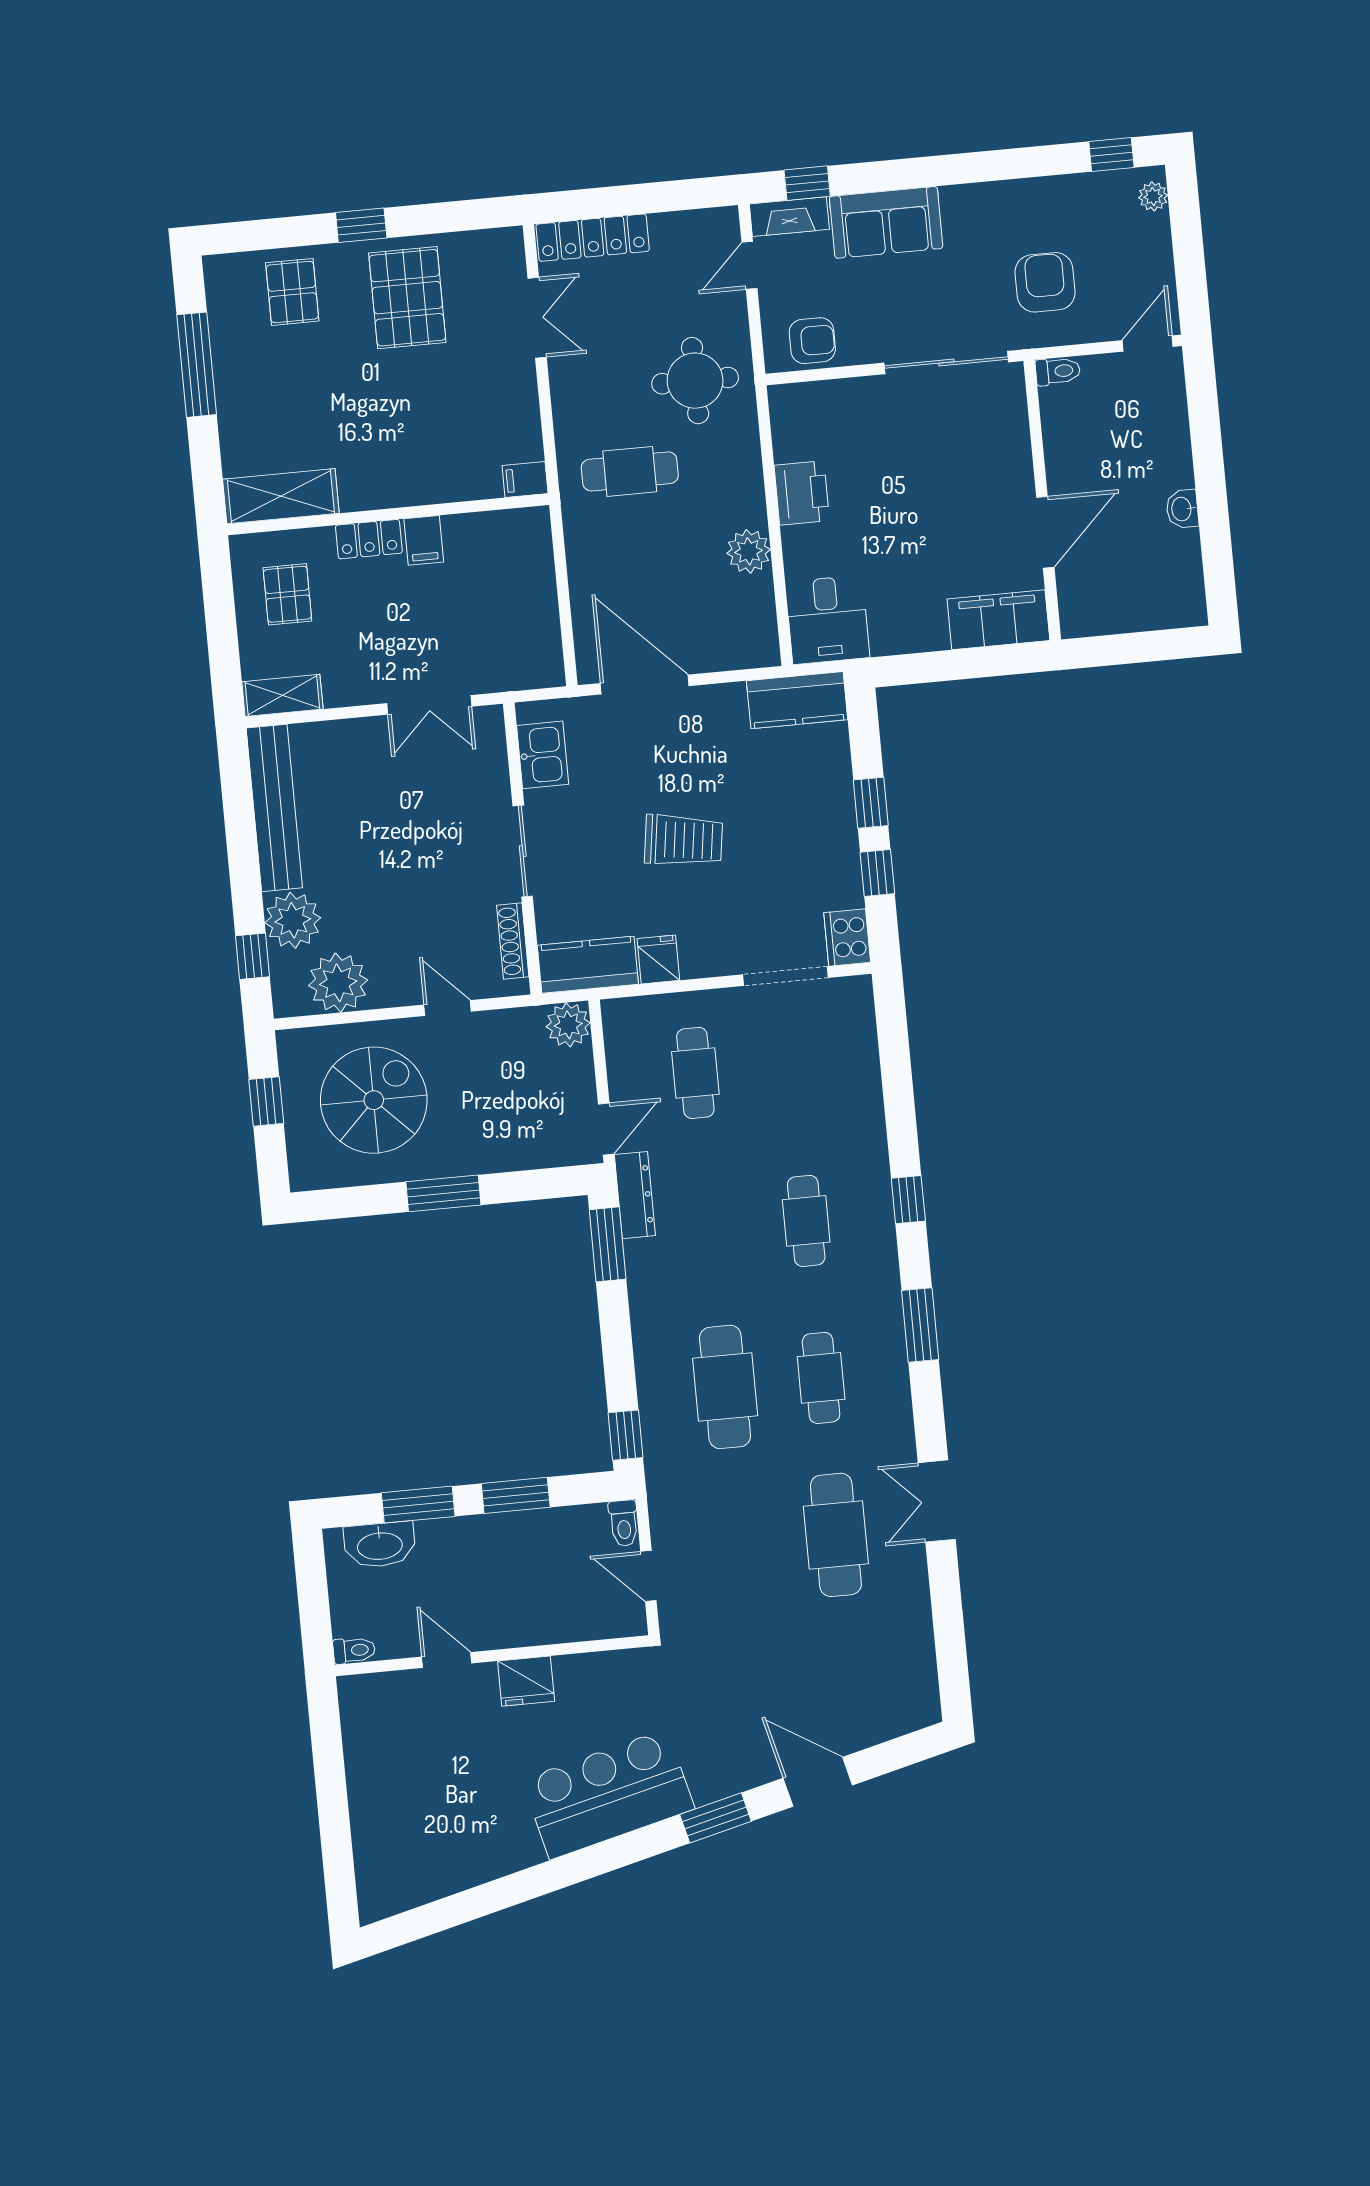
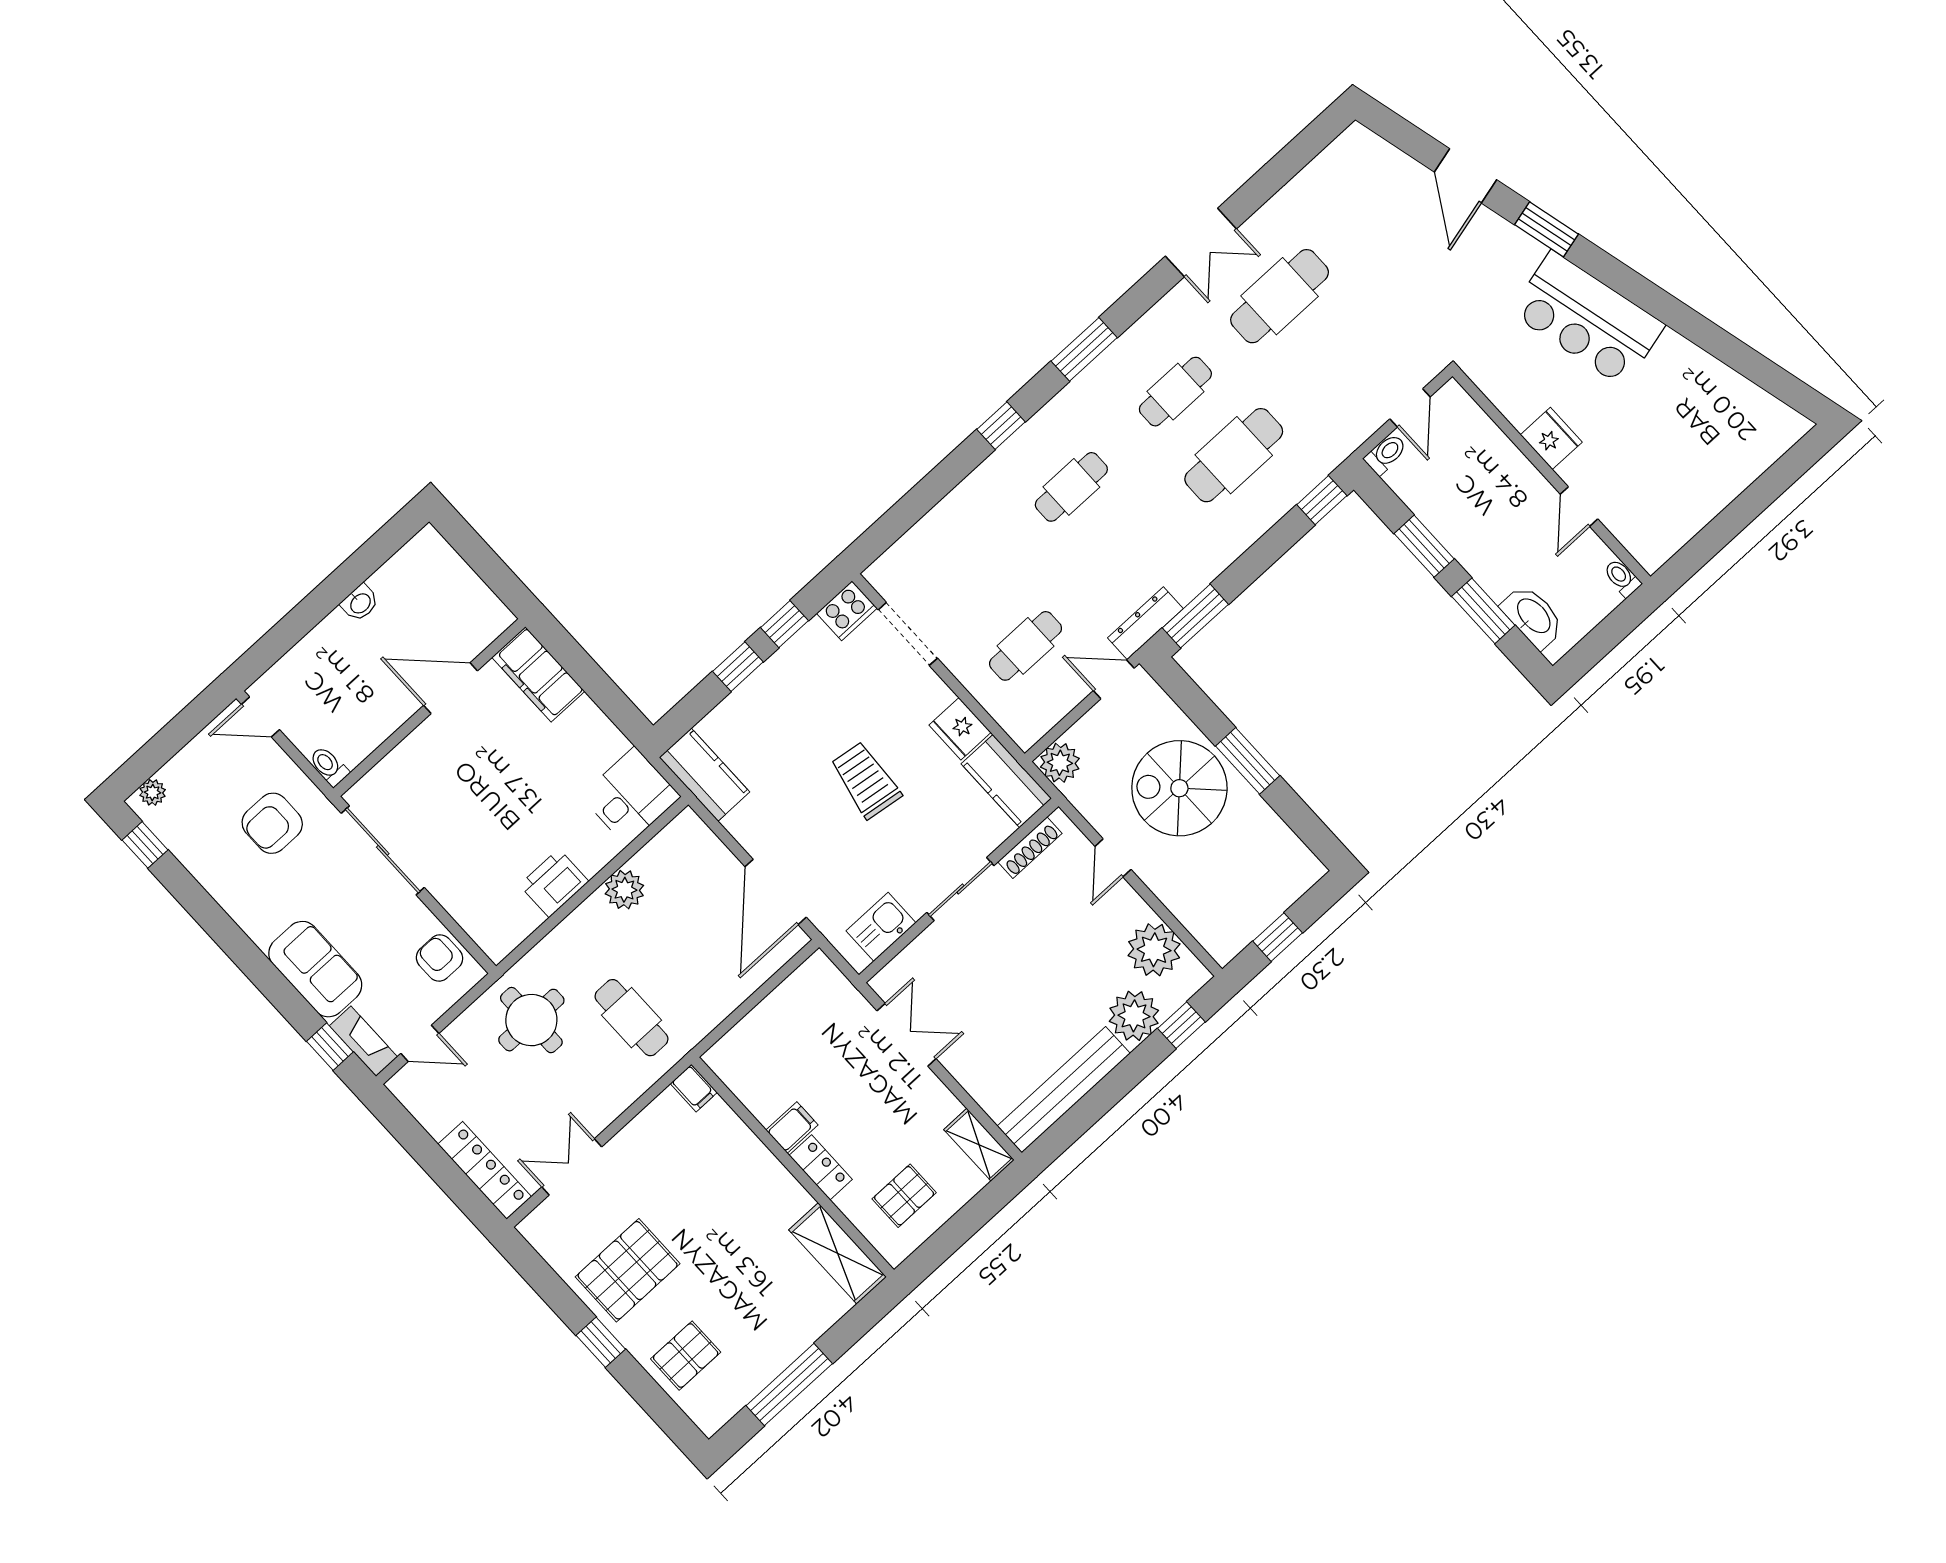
fridge: (658, 959) -> (960, 729), width x1.38
spiral stairs: (374, 1100) -> (1179, 788), moved

